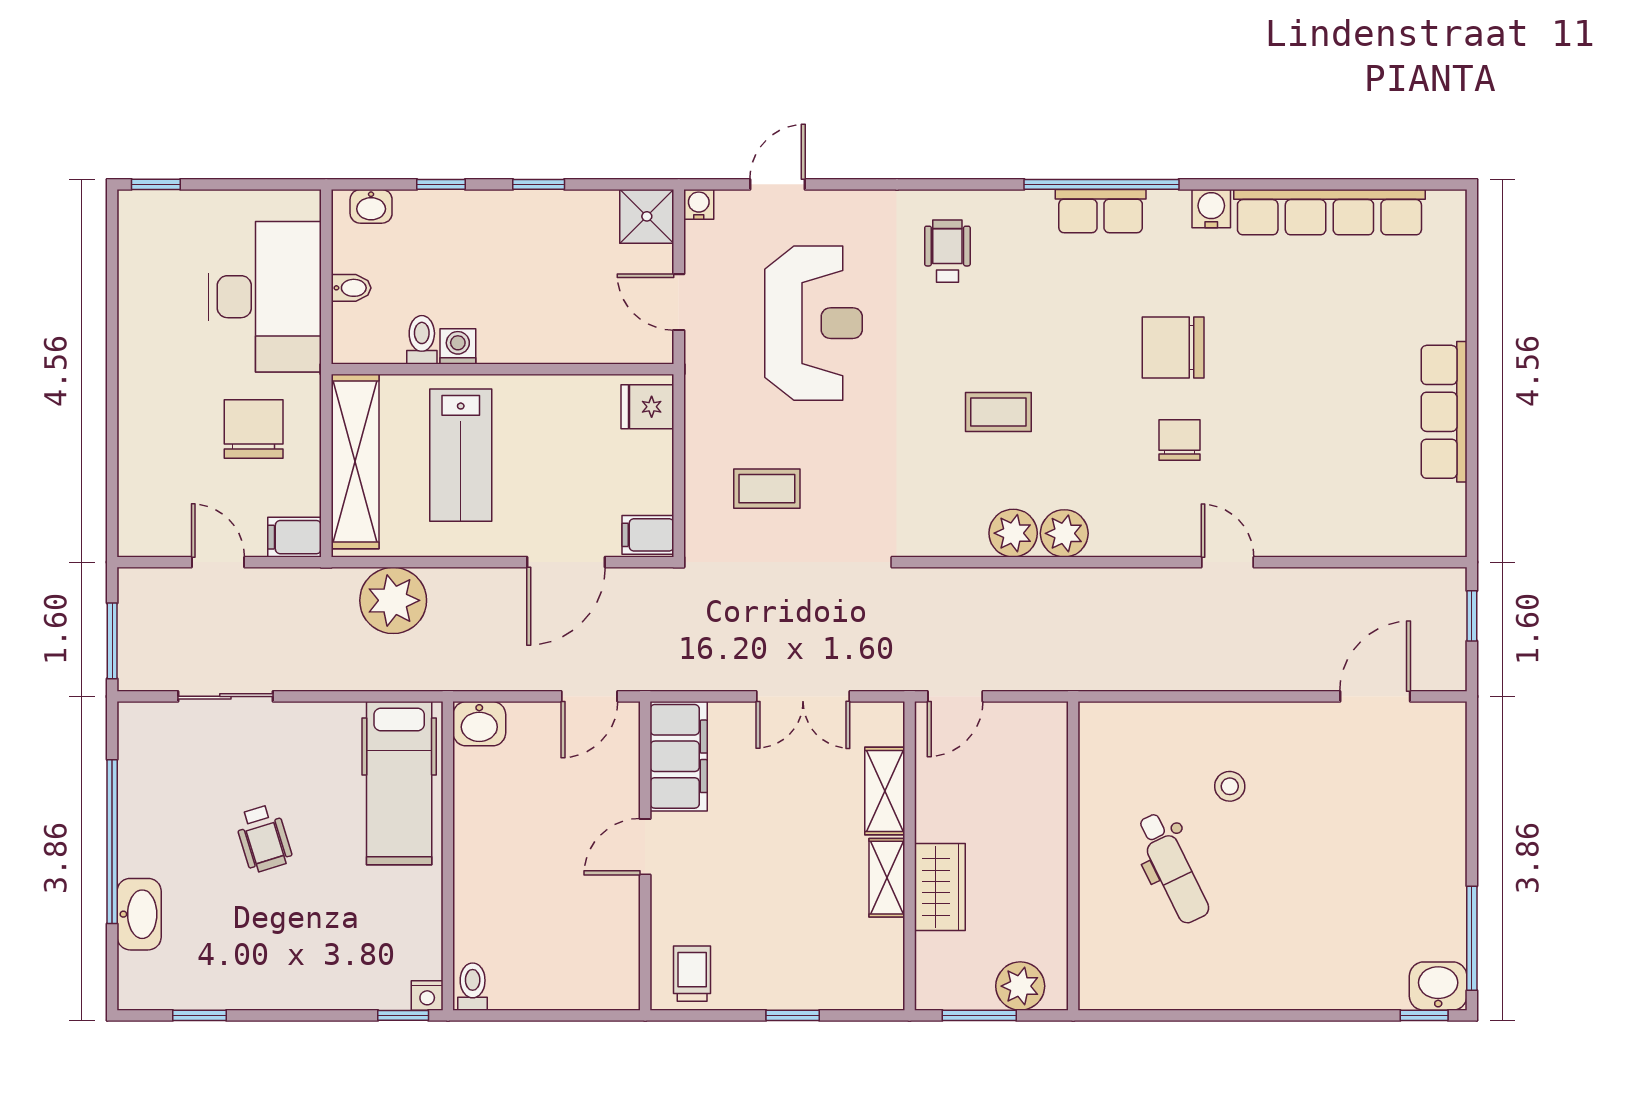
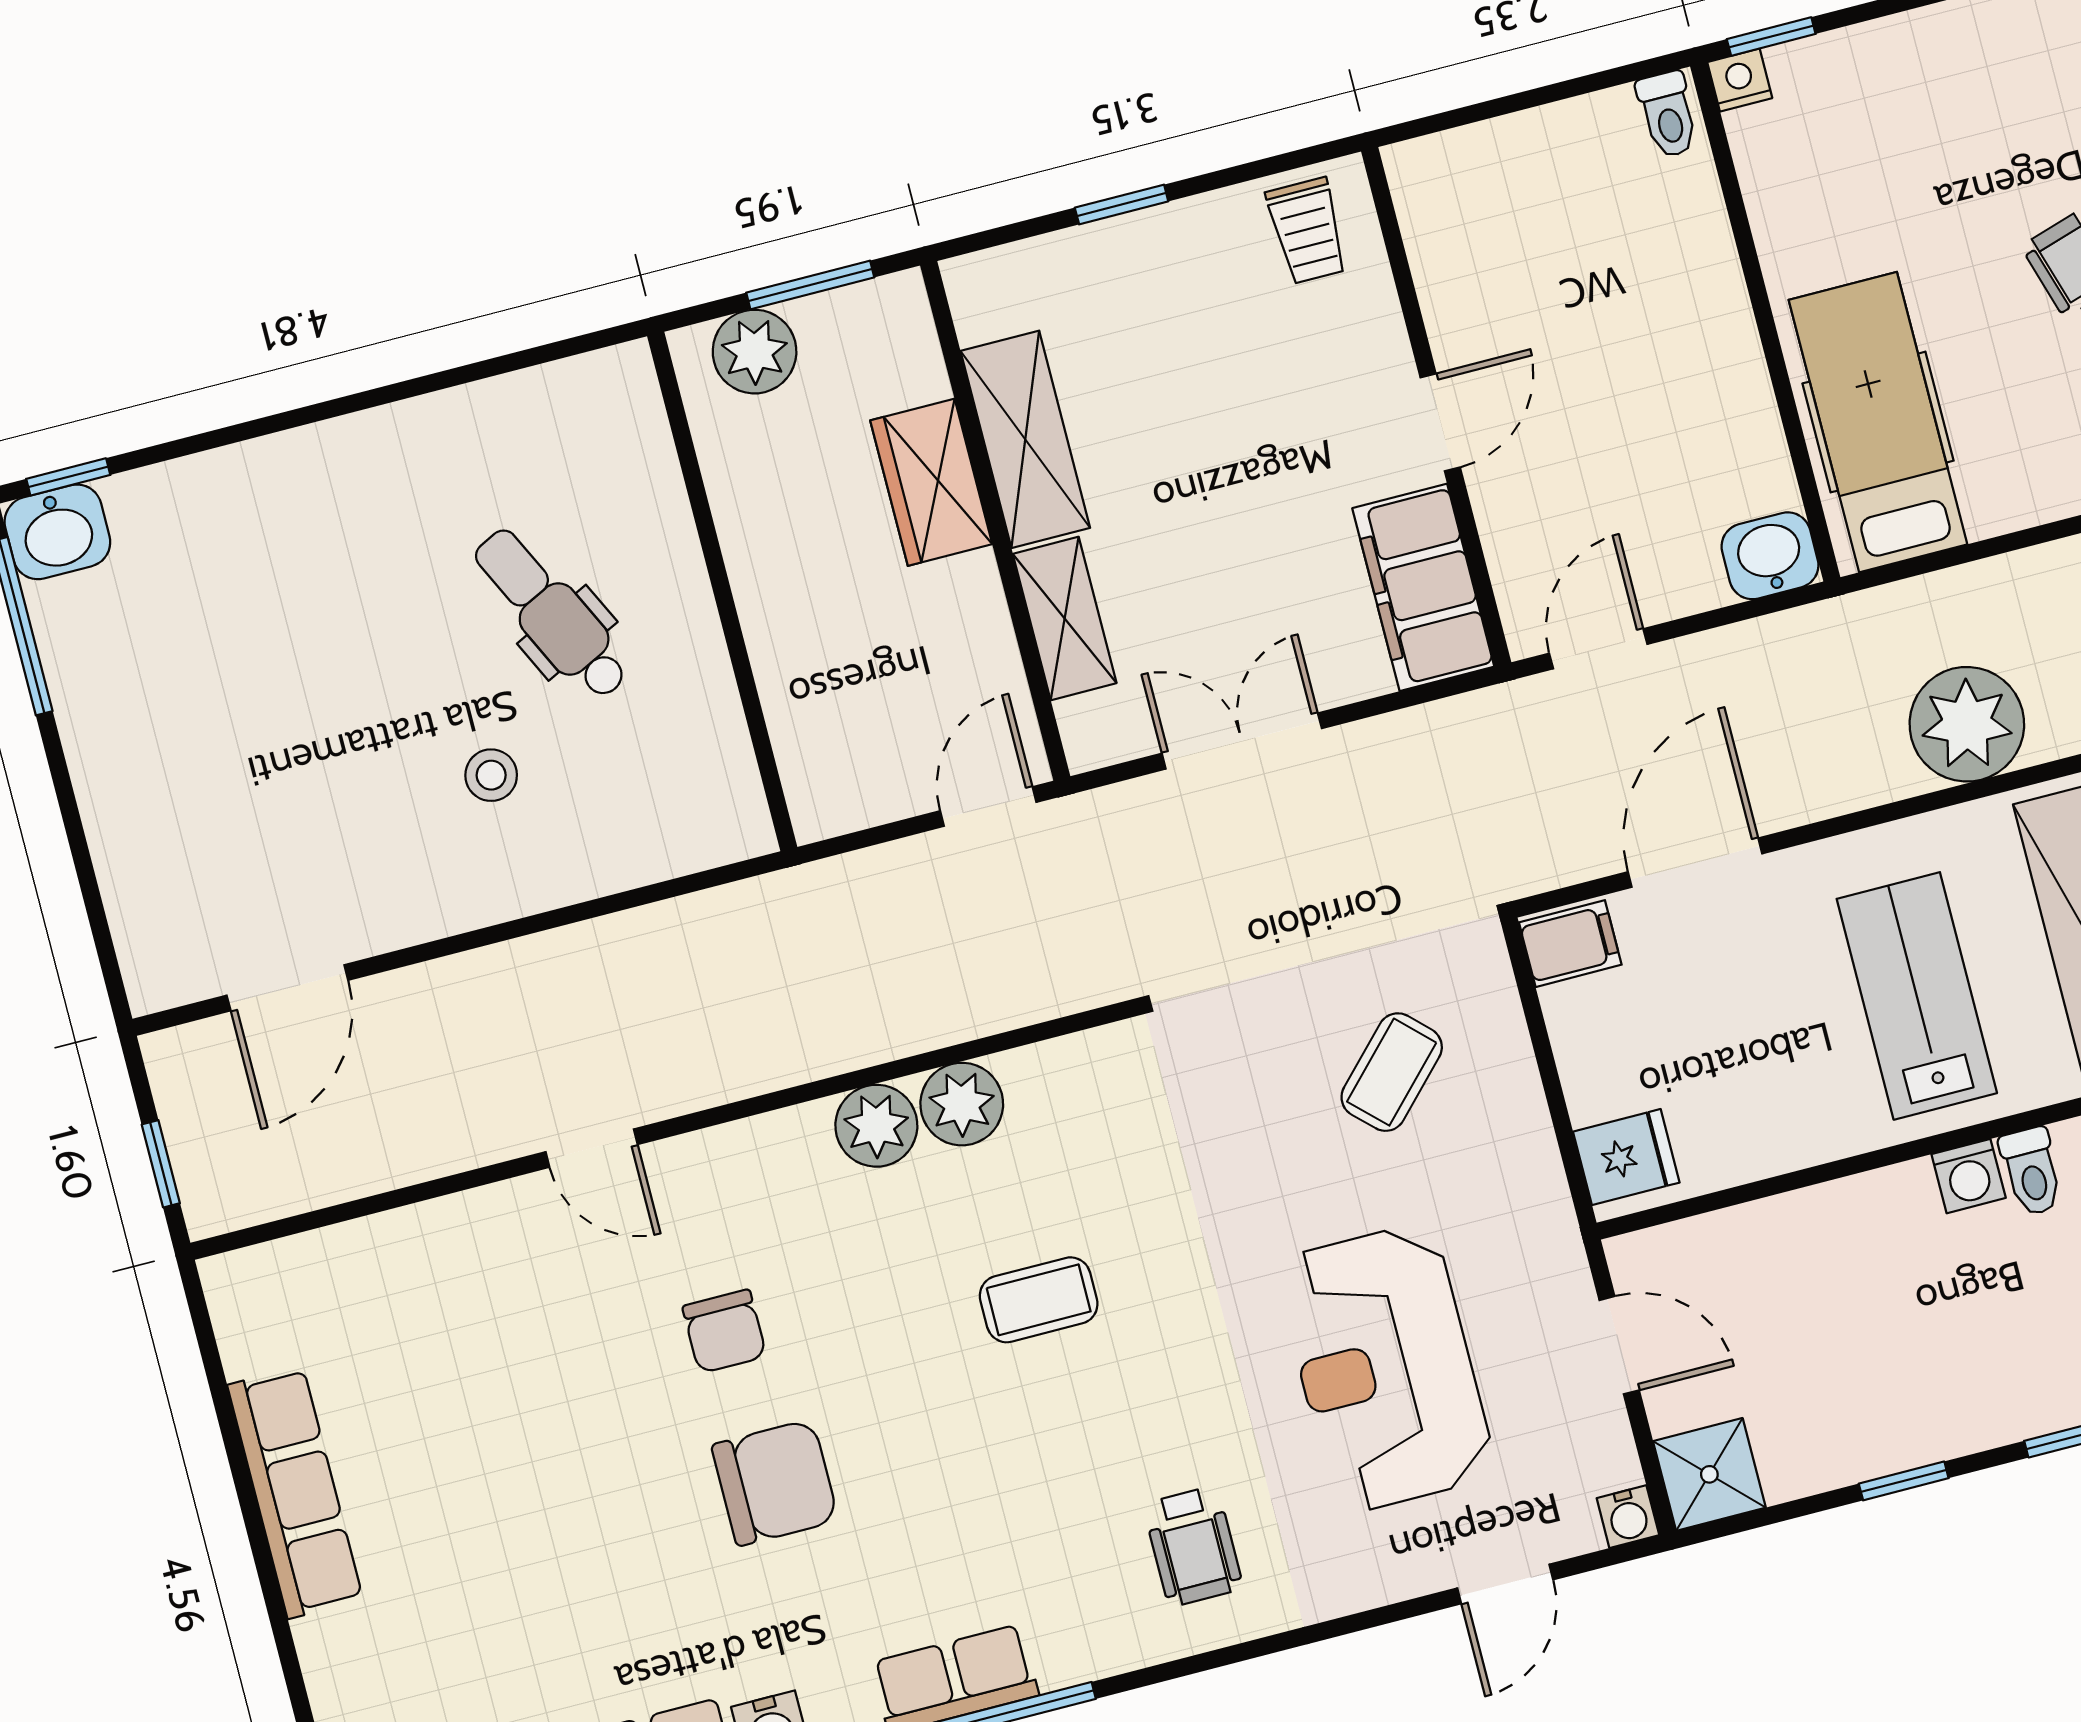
coffee table: (767, 489) -> (1392, 1072), turned -46
shelving: (887, 878) -> (1025, 439), width x1.50, depth x1.33

